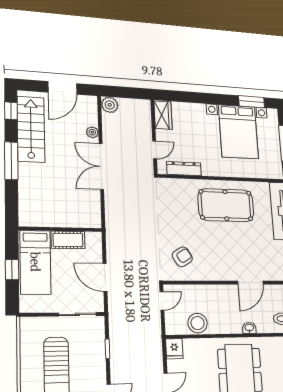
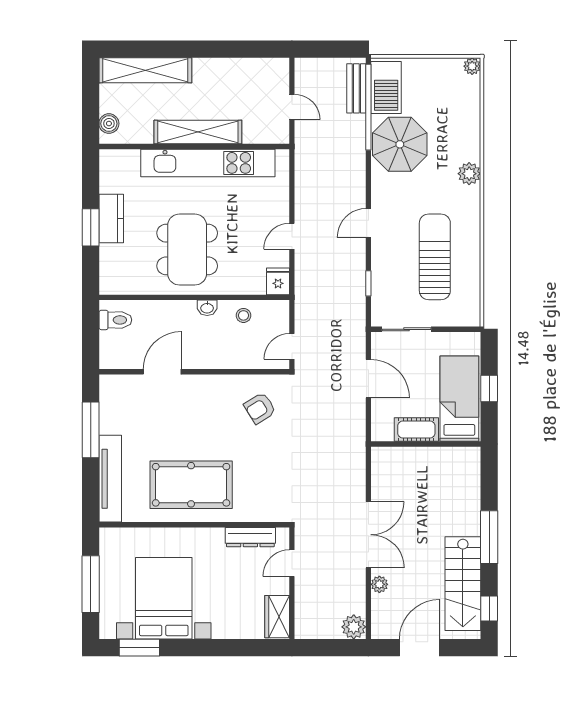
stool: (198, 323) -> (243, 315), width x0.53, depth x0.53
washbasin: (249, 328) -> (207, 308), moved

